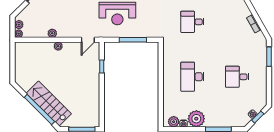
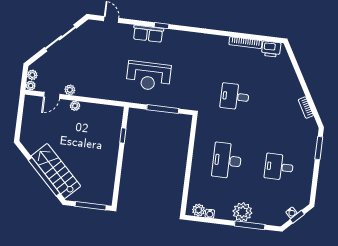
door: (88, 40) -> (52, 95), moved
plant: (196, 119) -> (242, 212), moved

